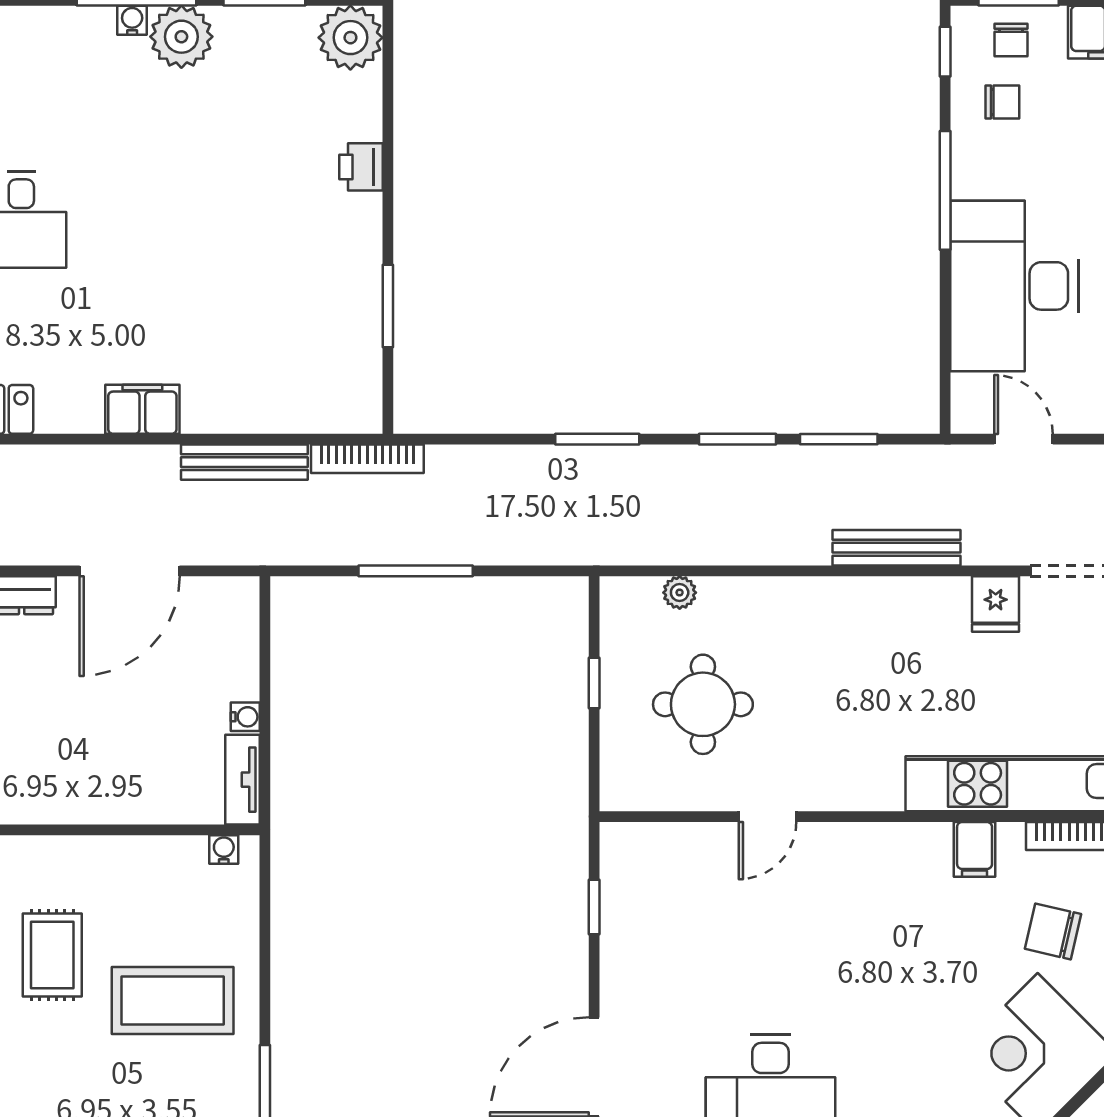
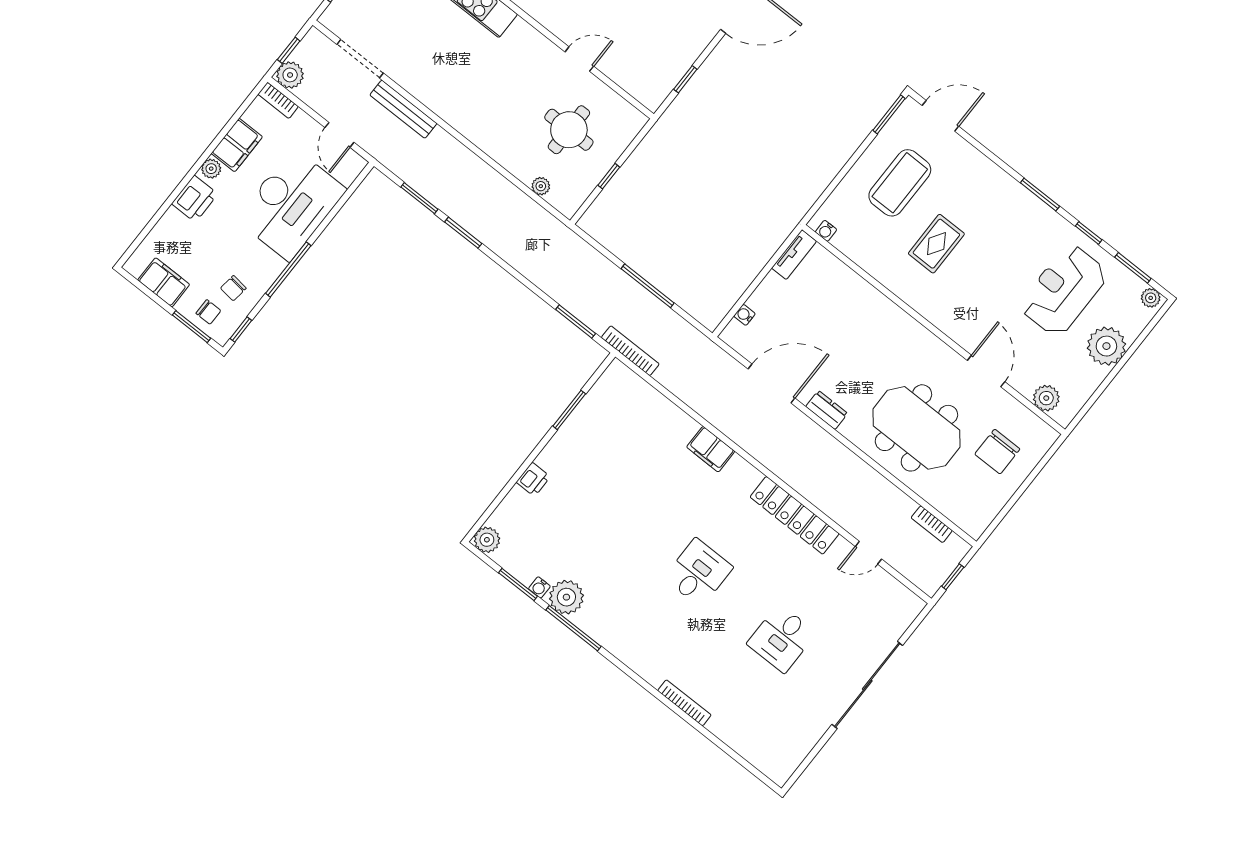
water cooler: (132, 20) -> (539, 587), moved
plant: (350, 38) -> (487, 540), width x0.73, depth x0.73
chair: (1011, 40) -> (208, 312), turned 90
chair: (1002, 102) -> (233, 288), turned -83
window: (597, 439) -> (576, 321), moved
bench: (244, 462) -> (685, 391), removed
bench: (896, 548) -> (403, 109), moved
fridge: (996, 604) -> (408, 73), removed
water cooler: (245, 717) -> (744, 315), moved
coffee table: (173, 1000) -> (900, 183), turned 90

